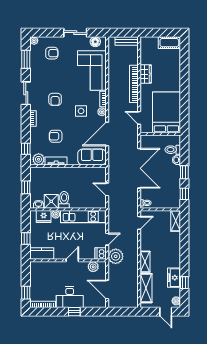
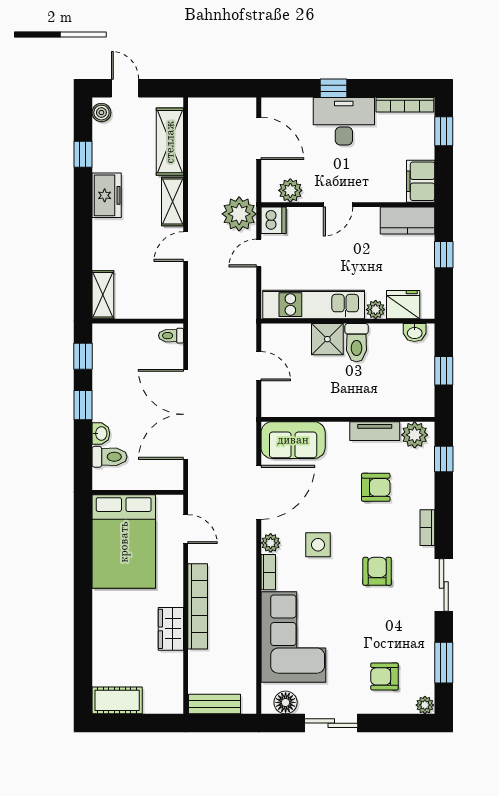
shower: (51, 201) -> (327, 339), moved
door: (139, 223) -> (186, 247), moved
filing cabinet: (36, 271) -> (421, 181), added
freezer: (174, 278) -> (107, 195), moved

